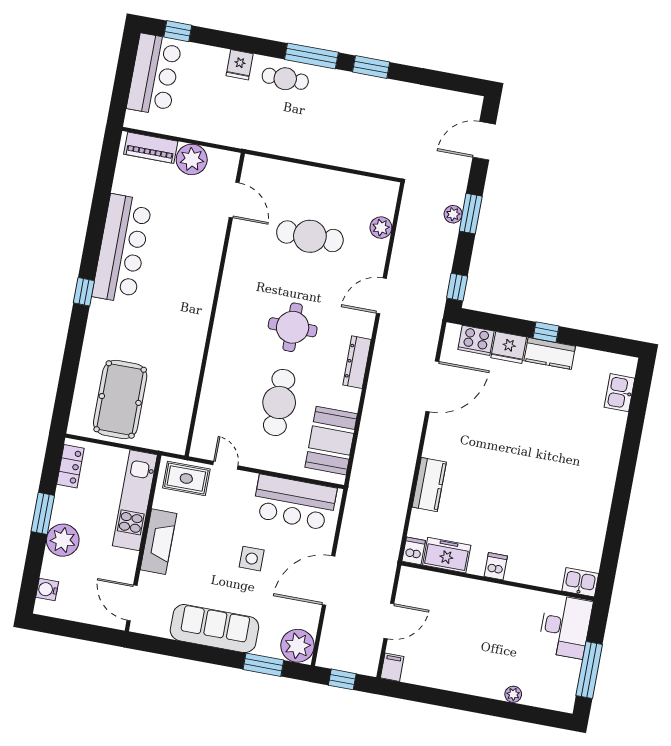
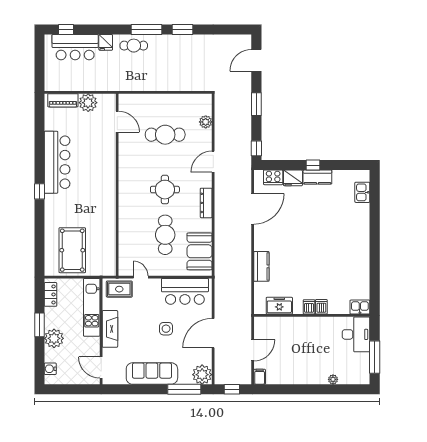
bar counter: (154, 75) -> (75, 47), moved, turned 90
plant: (453, 214) -> (246, 106), removed
dishwasher: (414, 551) -> (321, 307), moved
window: (263, 665) -> (184, 389), width x1.44

